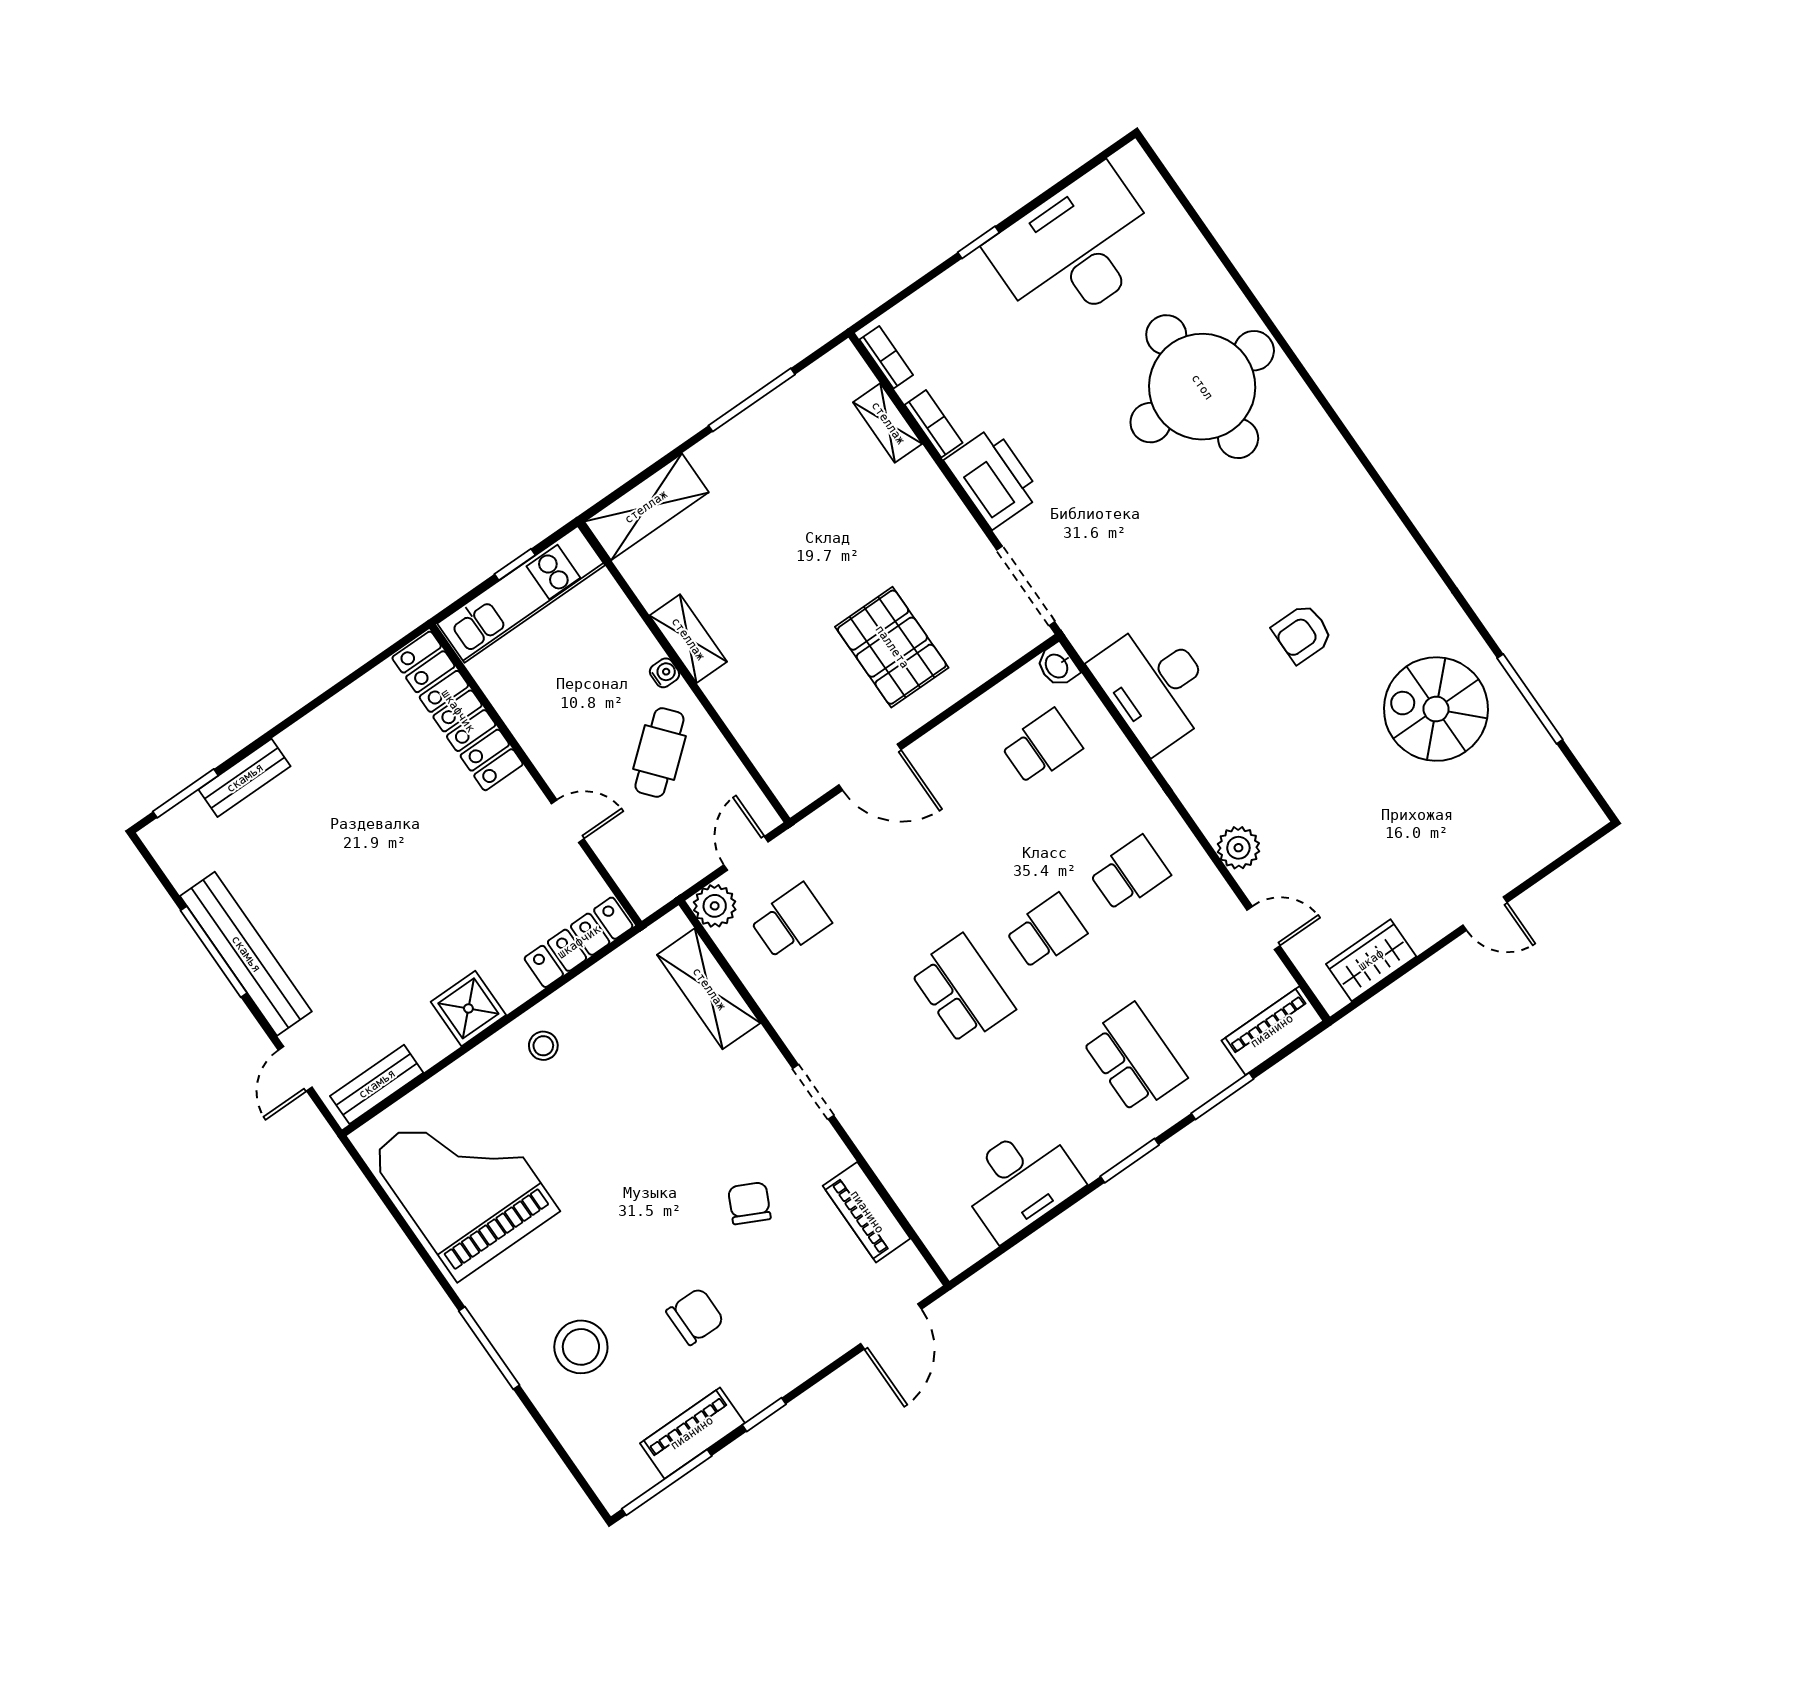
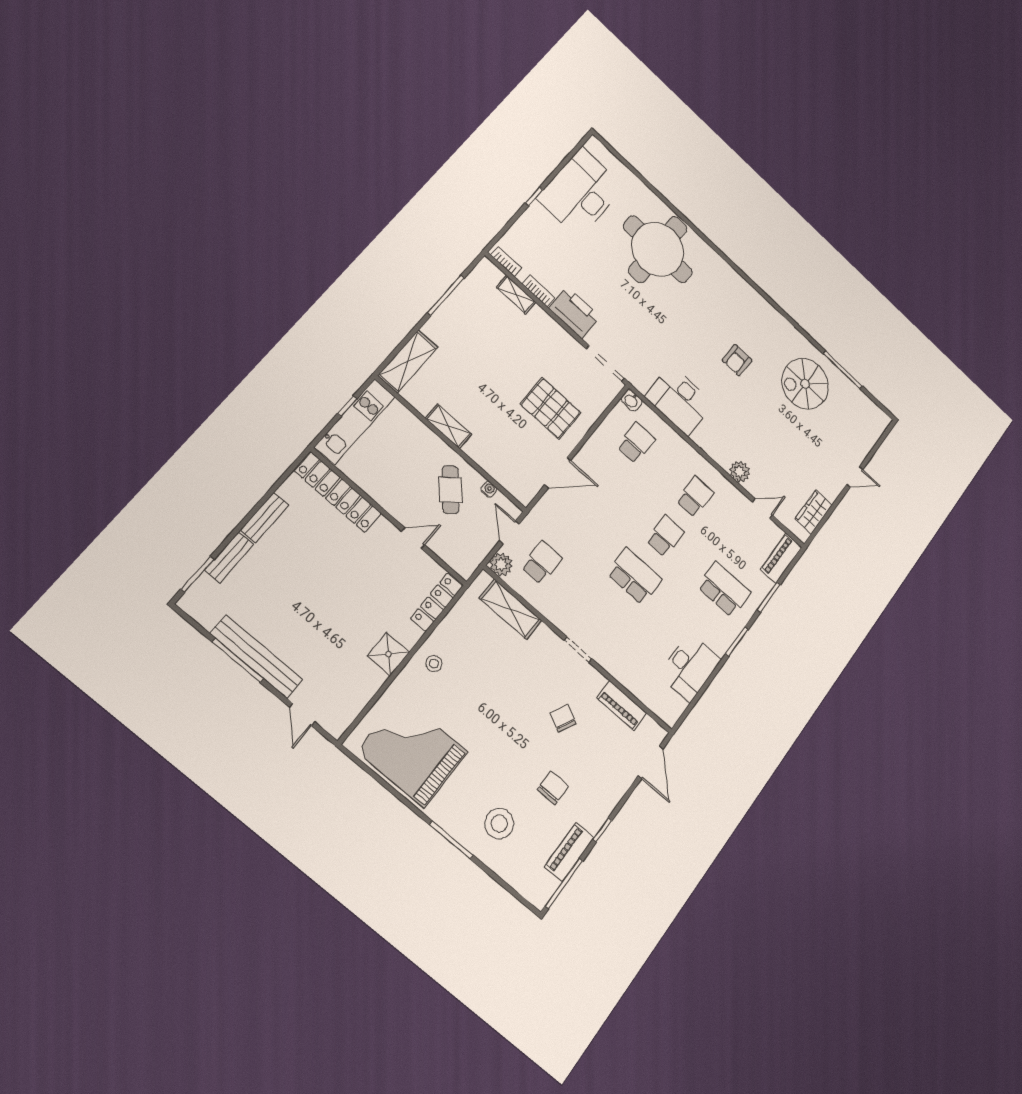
water cooler: (664, 673) -> (489, 489), moved
bench: (377, 1084) -> (265, 517), moved

